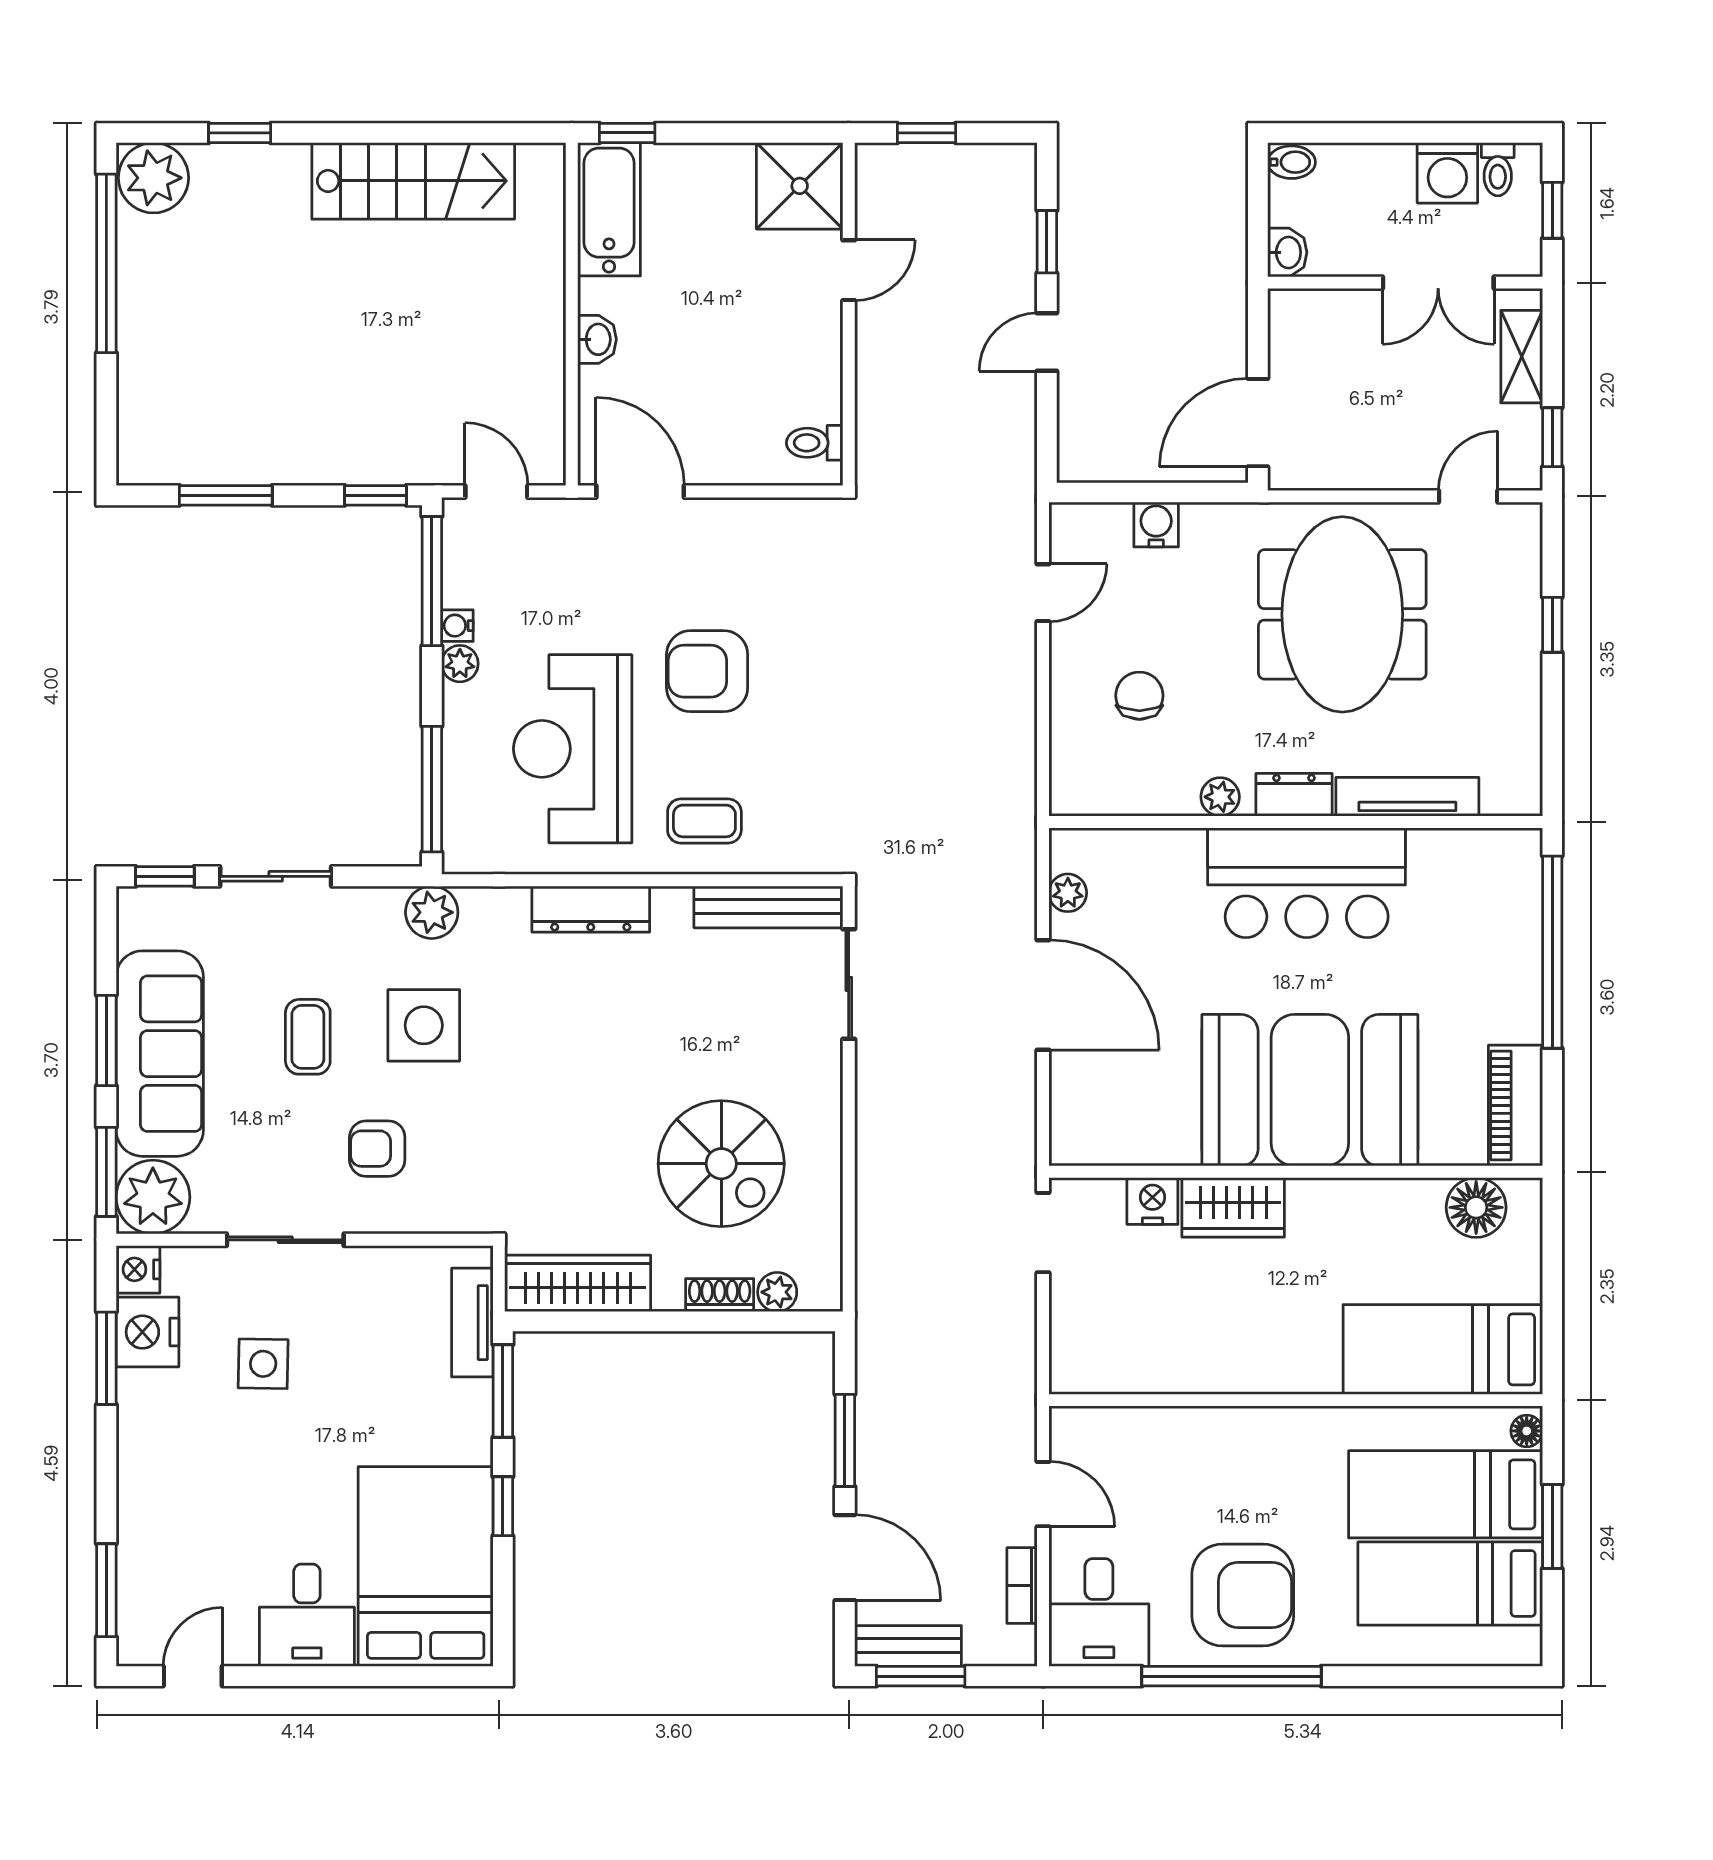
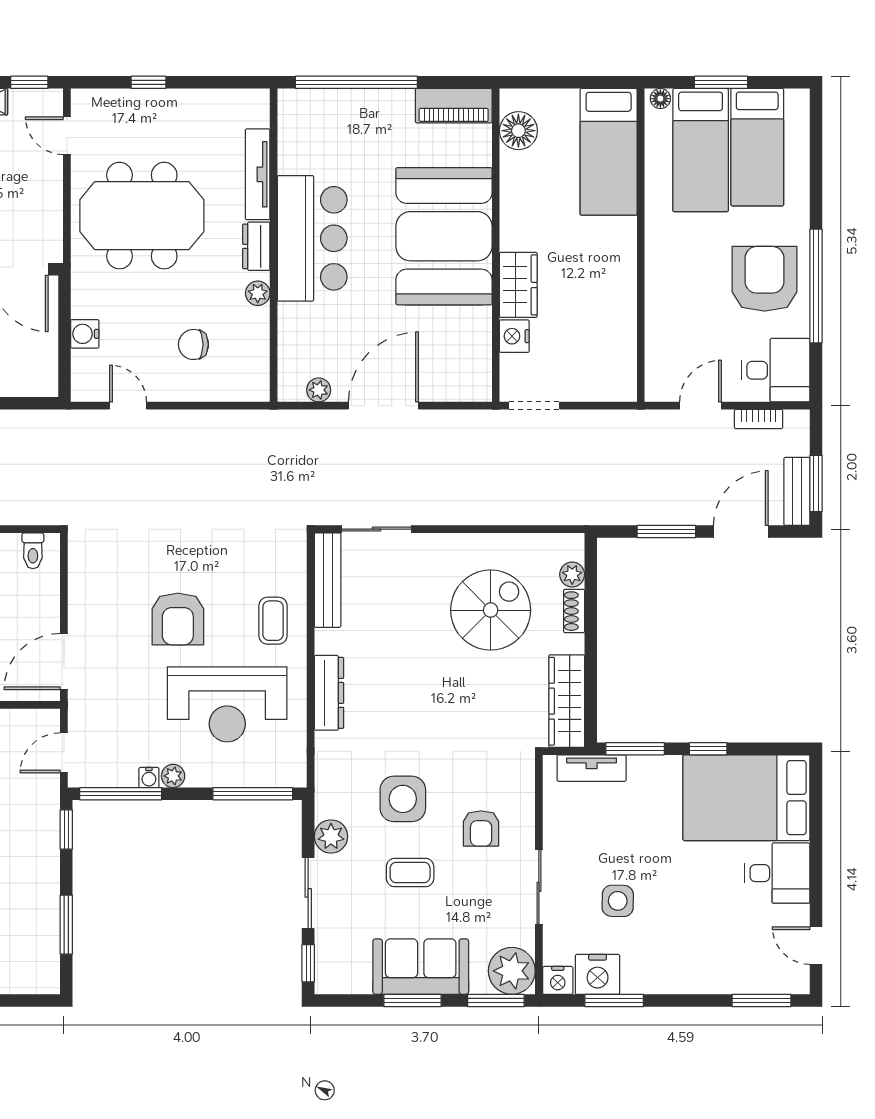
plant: (432, 912) -> (331, 836), moved
sofa: (160, 1054) -> (421, 967), width x0.73

